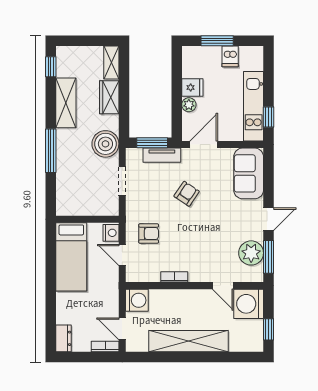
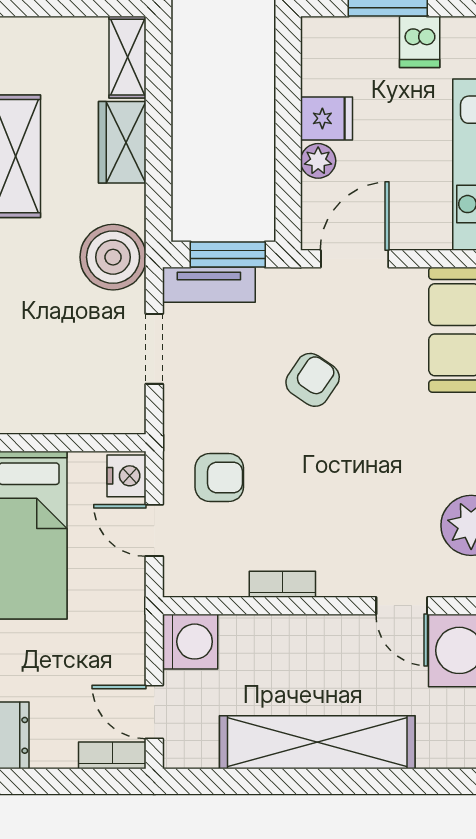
tv unit: (162, 155) -> (209, 285), moved

